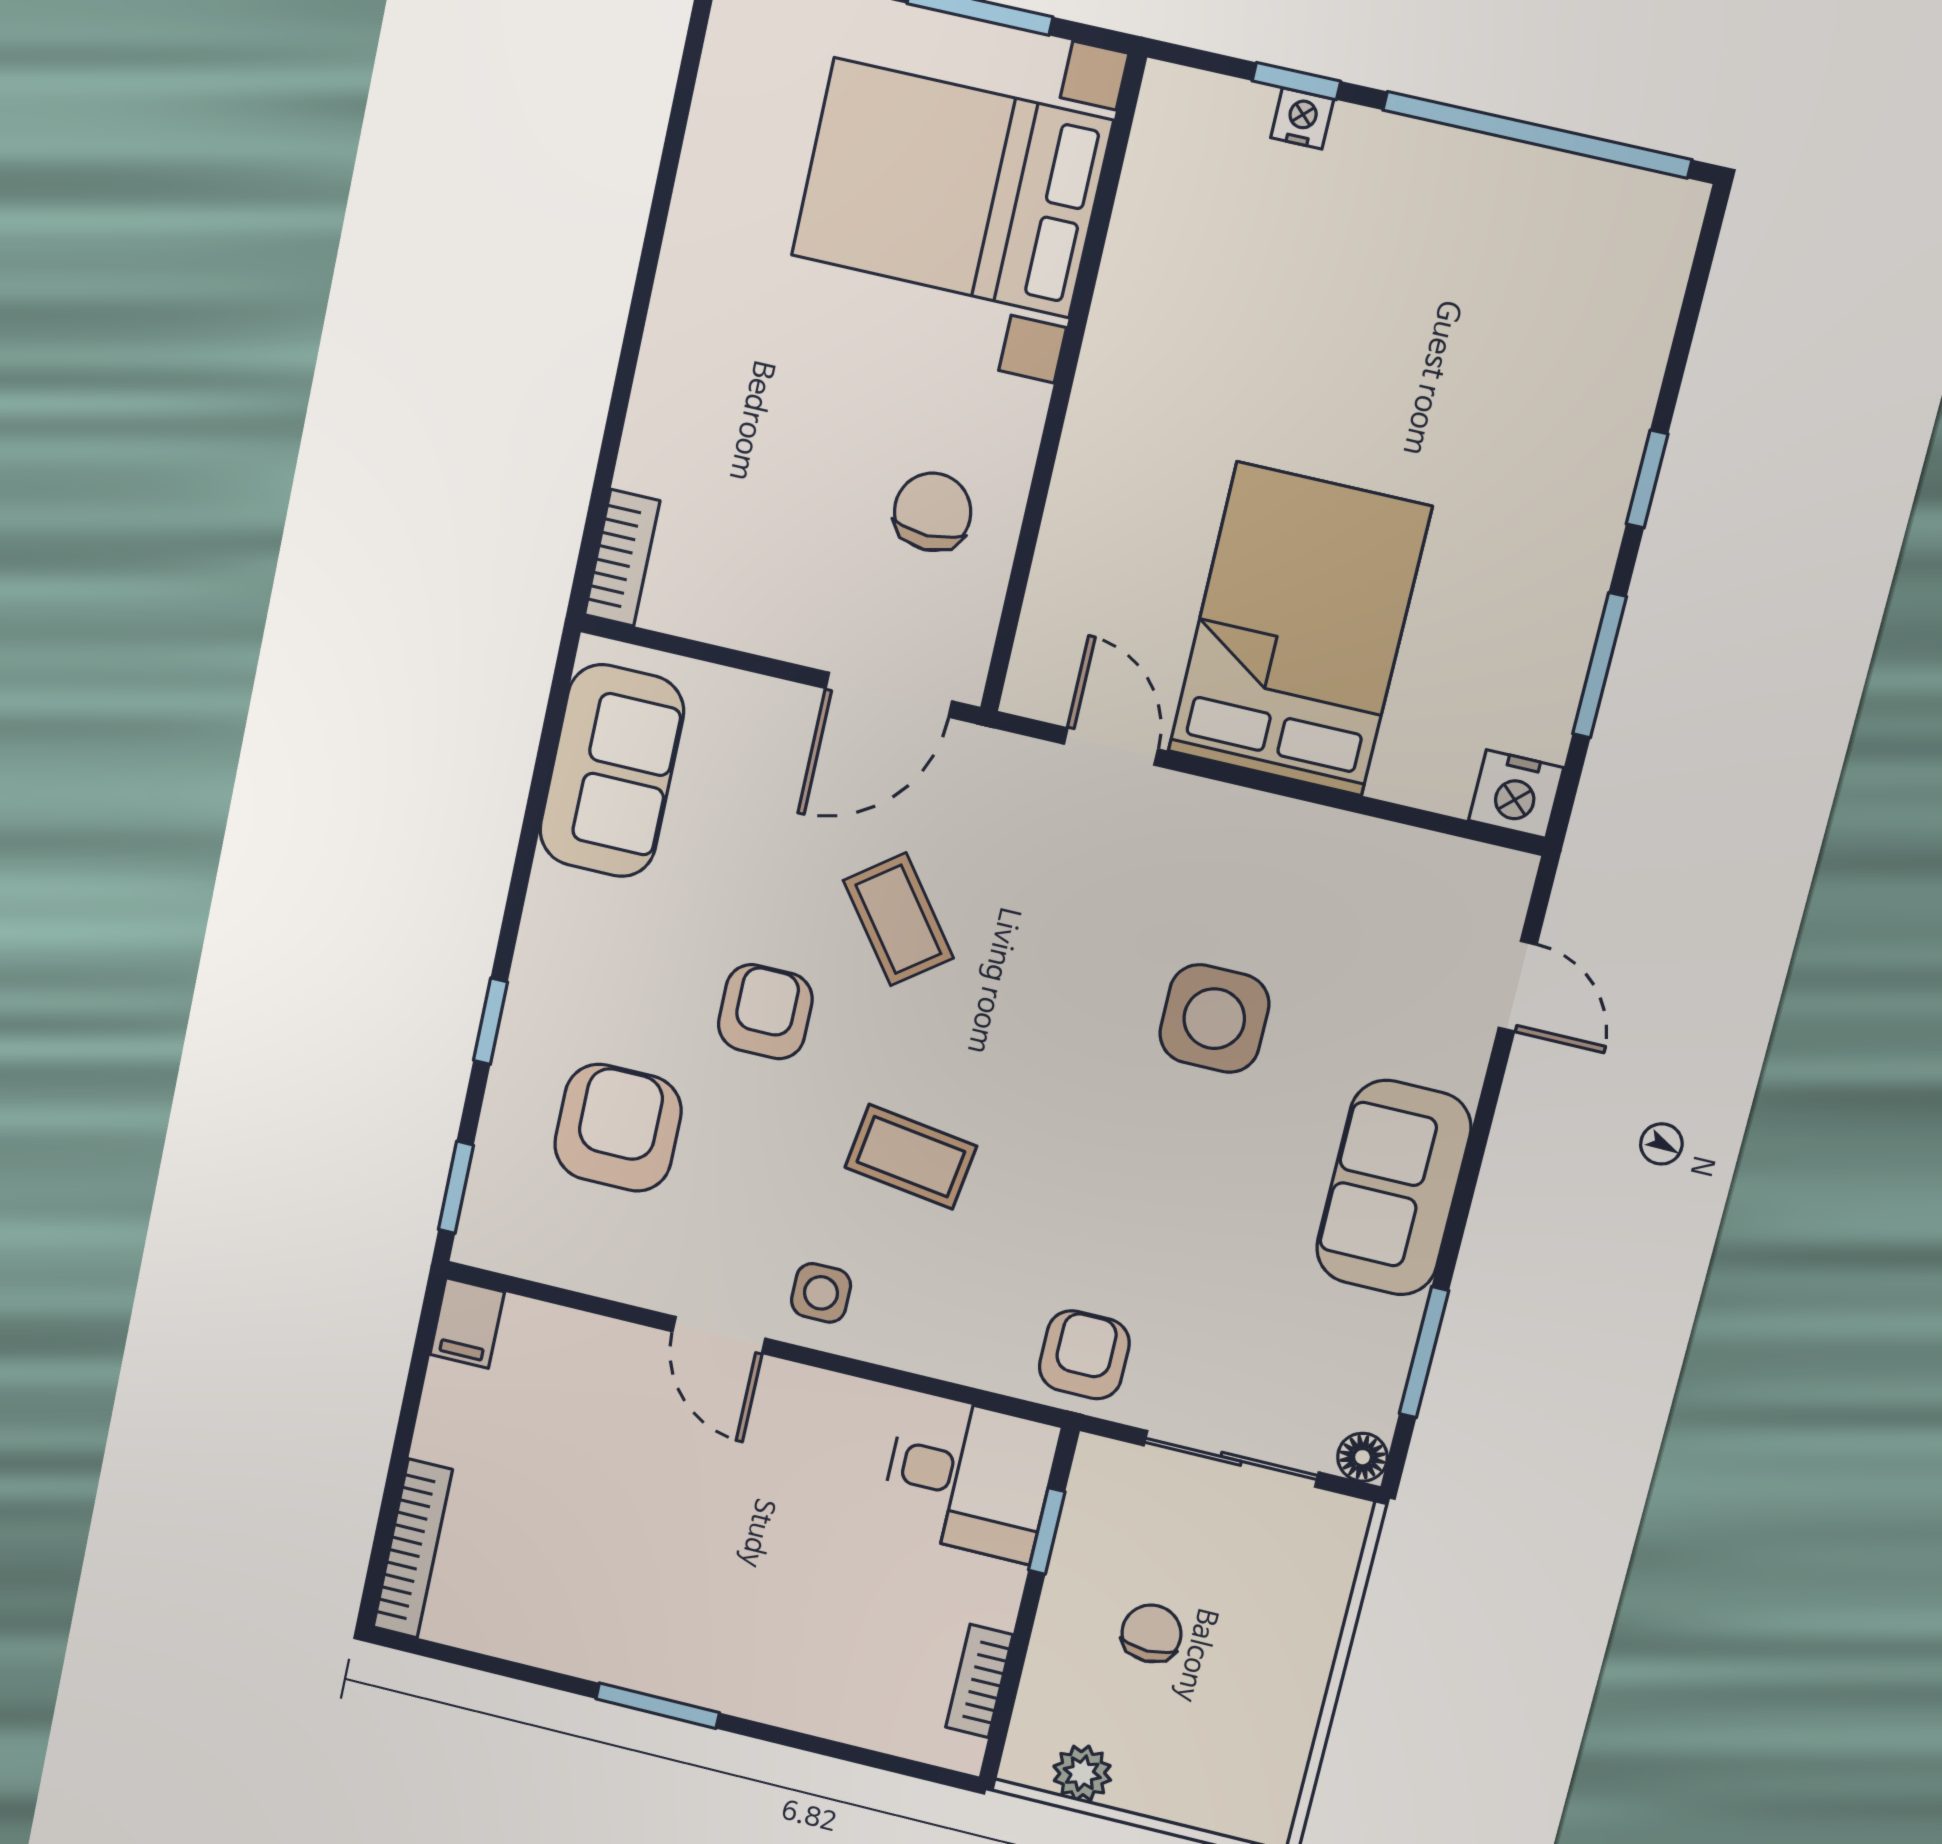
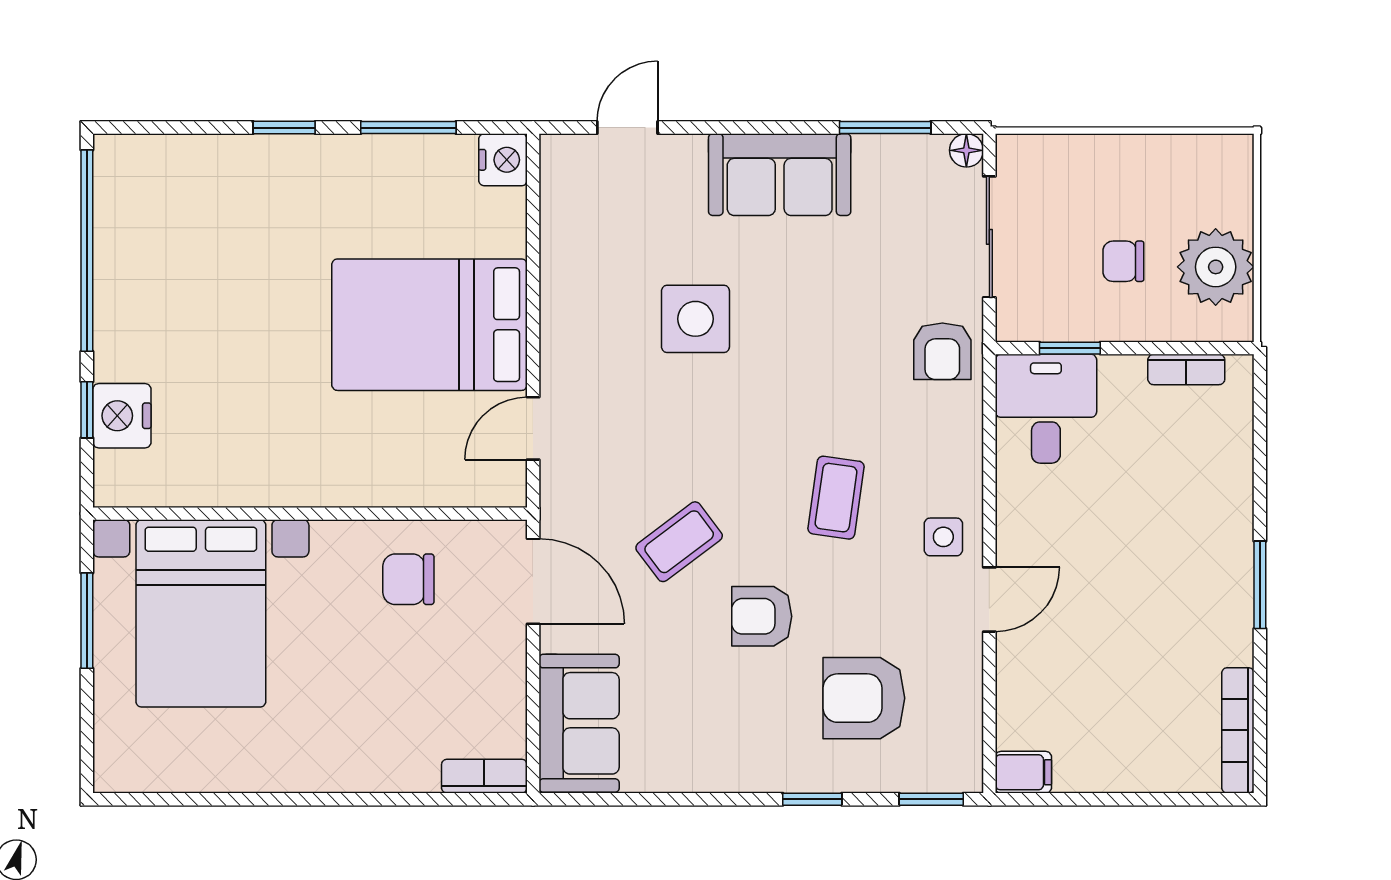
nightstand: (1302, 118) -> (122, 416), width x1.89, depth x1.79
sofa: (612, 771) -> (579, 723), moved, turned 90
armchair: (1084, 1355) -> (942, 351), turned -90
bookcase: (413, 1549) -> (1238, 730), moved, turned -90
plant: (1082, 1773) -> (1216, 267), width x1.87, depth x1.87

